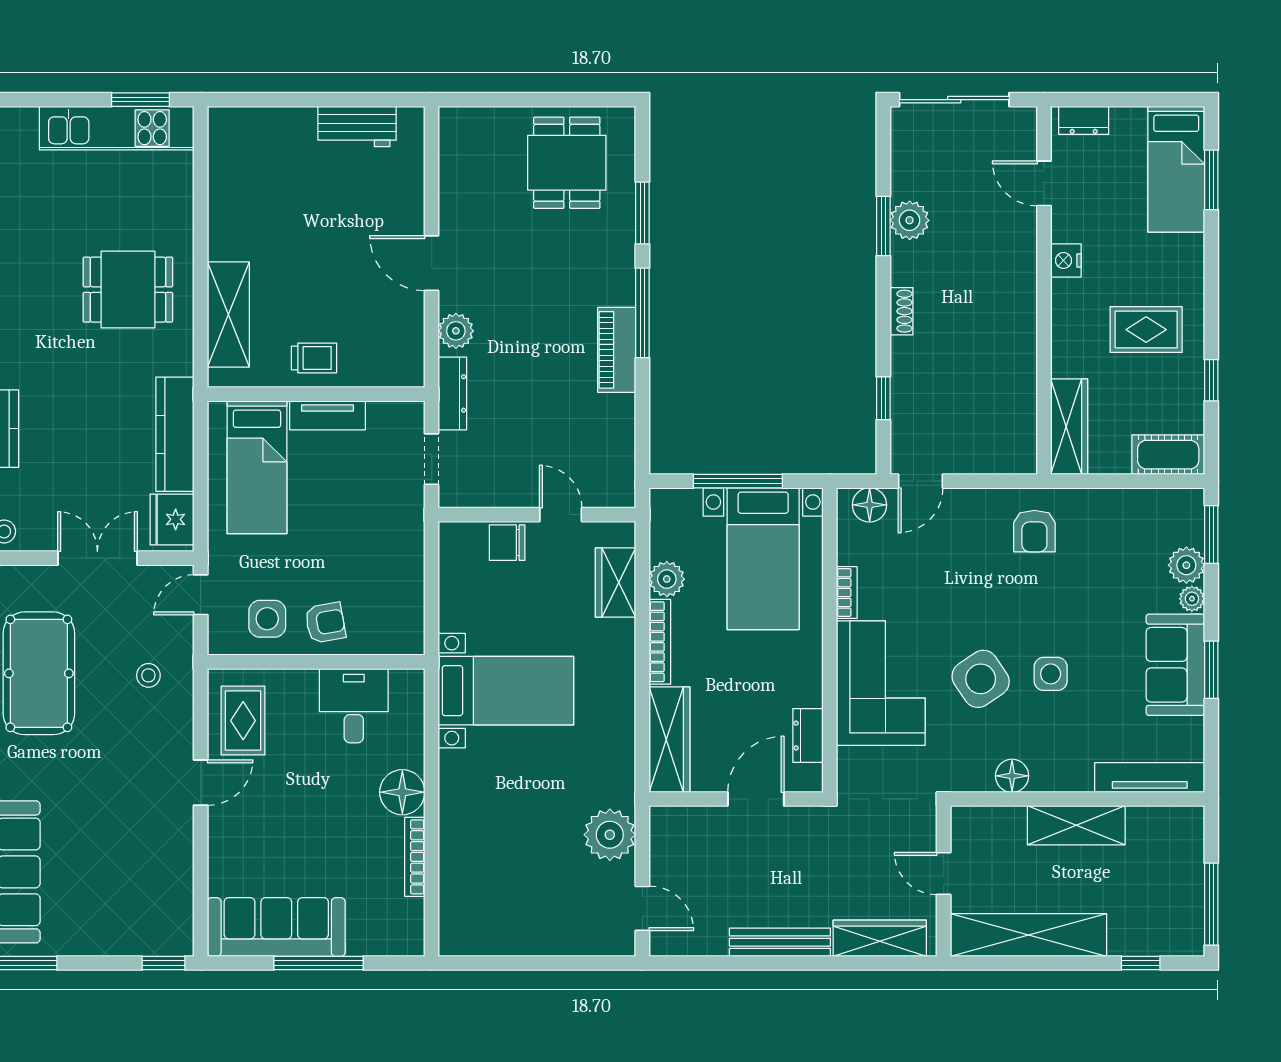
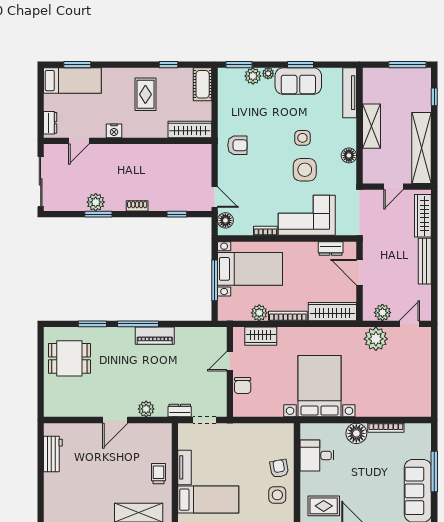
dresser: (452, 393) -> (180, 411), width x0.70
side table: (981, 679) -> (305, 170), turned 34
bed with nightstands: (506, 691) -> (319, 386), width x1.36
plant: (667, 850) -> (382, 313), added

